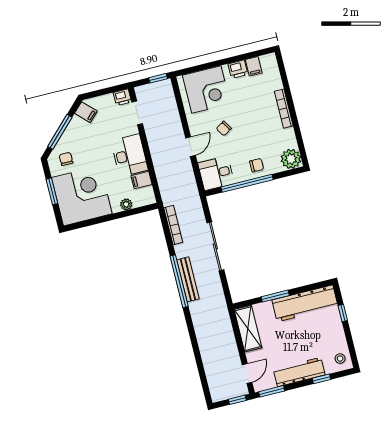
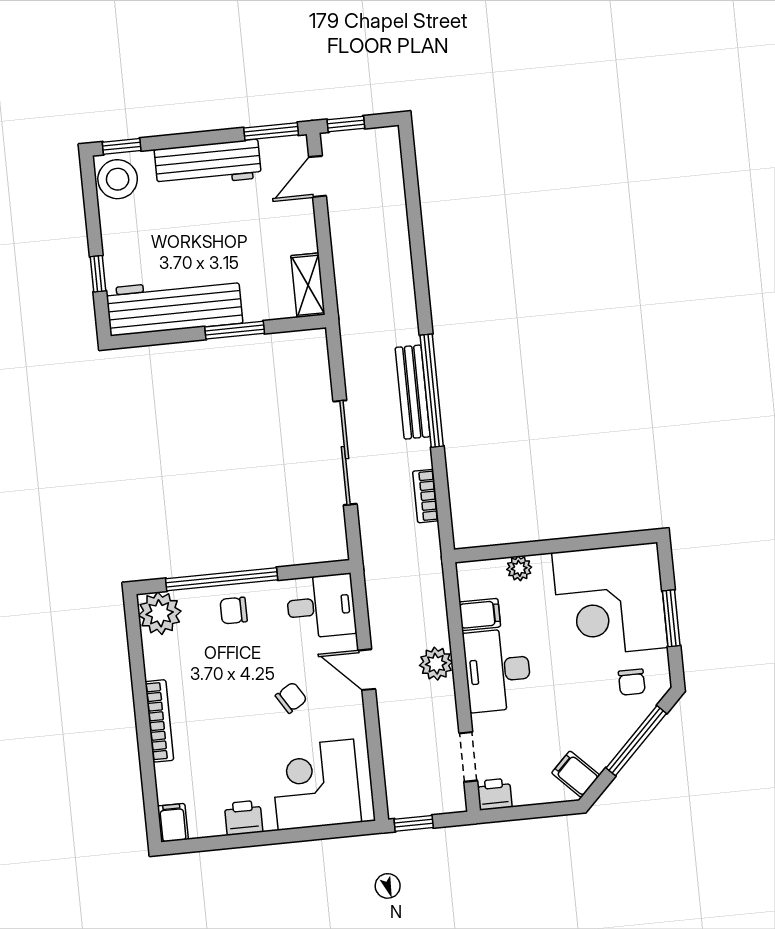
filing cabinet: (254, 66) -> (173, 823), moved
door: (190, 147) -> (367, 670), hinge flipped
plant: (159, 154) -> (436, 664), added
window: (247, 183) -> (222, 579), moved
bookcase: (173, 225) -> (426, 496), width x0.64
shelving: (248, 329) -> (308, 285), width x0.67, depth x0.75
stool: (340, 359) -> (118, 179), width x1.89, depth x1.89
window: (321, 379) -> (122, 146), moved

